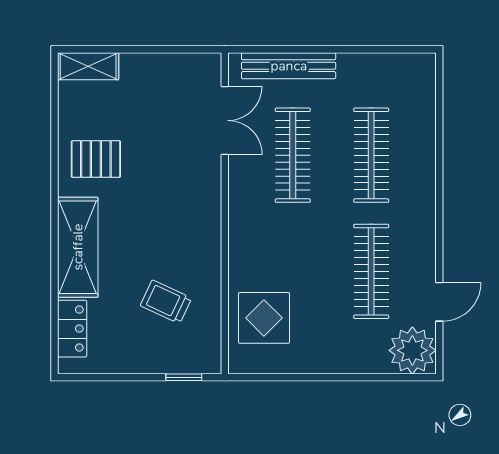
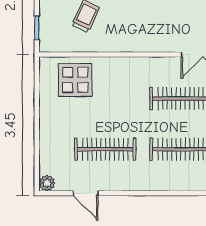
plant: (412, 350) -> (47, 183), width x0.53, depth x0.53

